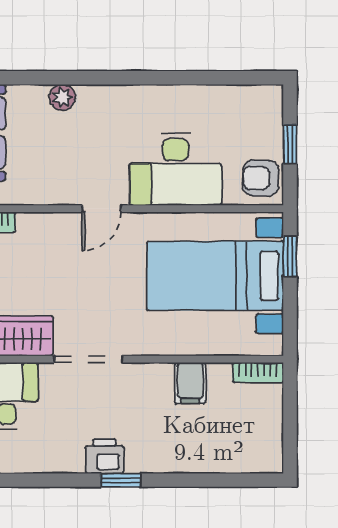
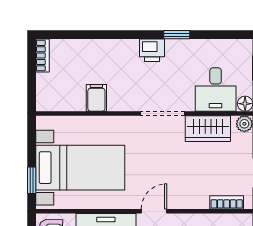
bookcase: (258, 373) -> (42, 56), moved, turned 90
window: (121, 480) -> (177, 35), moved

